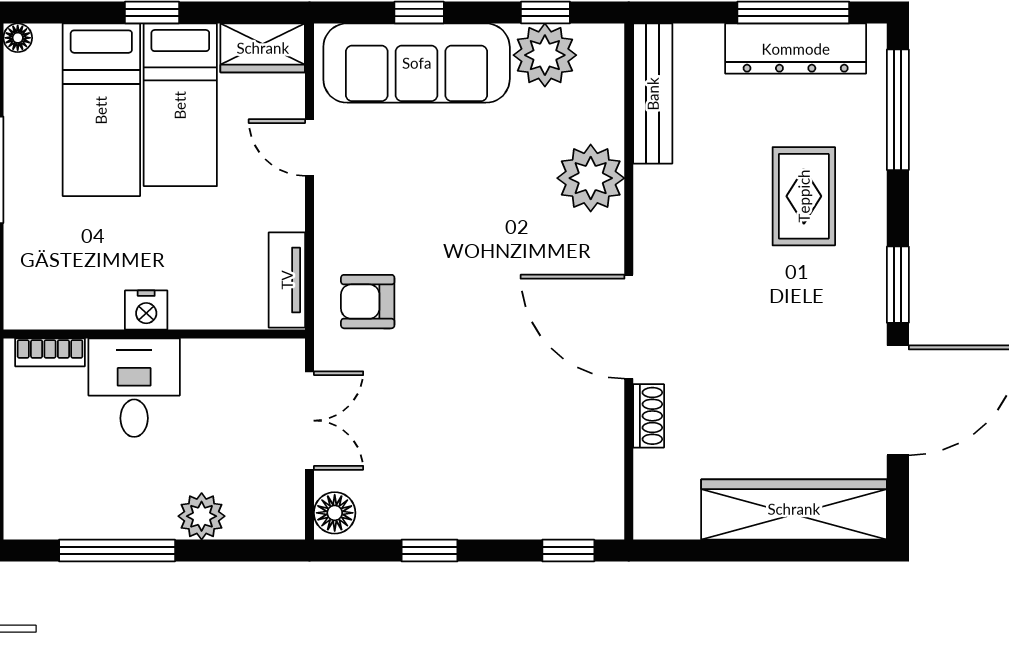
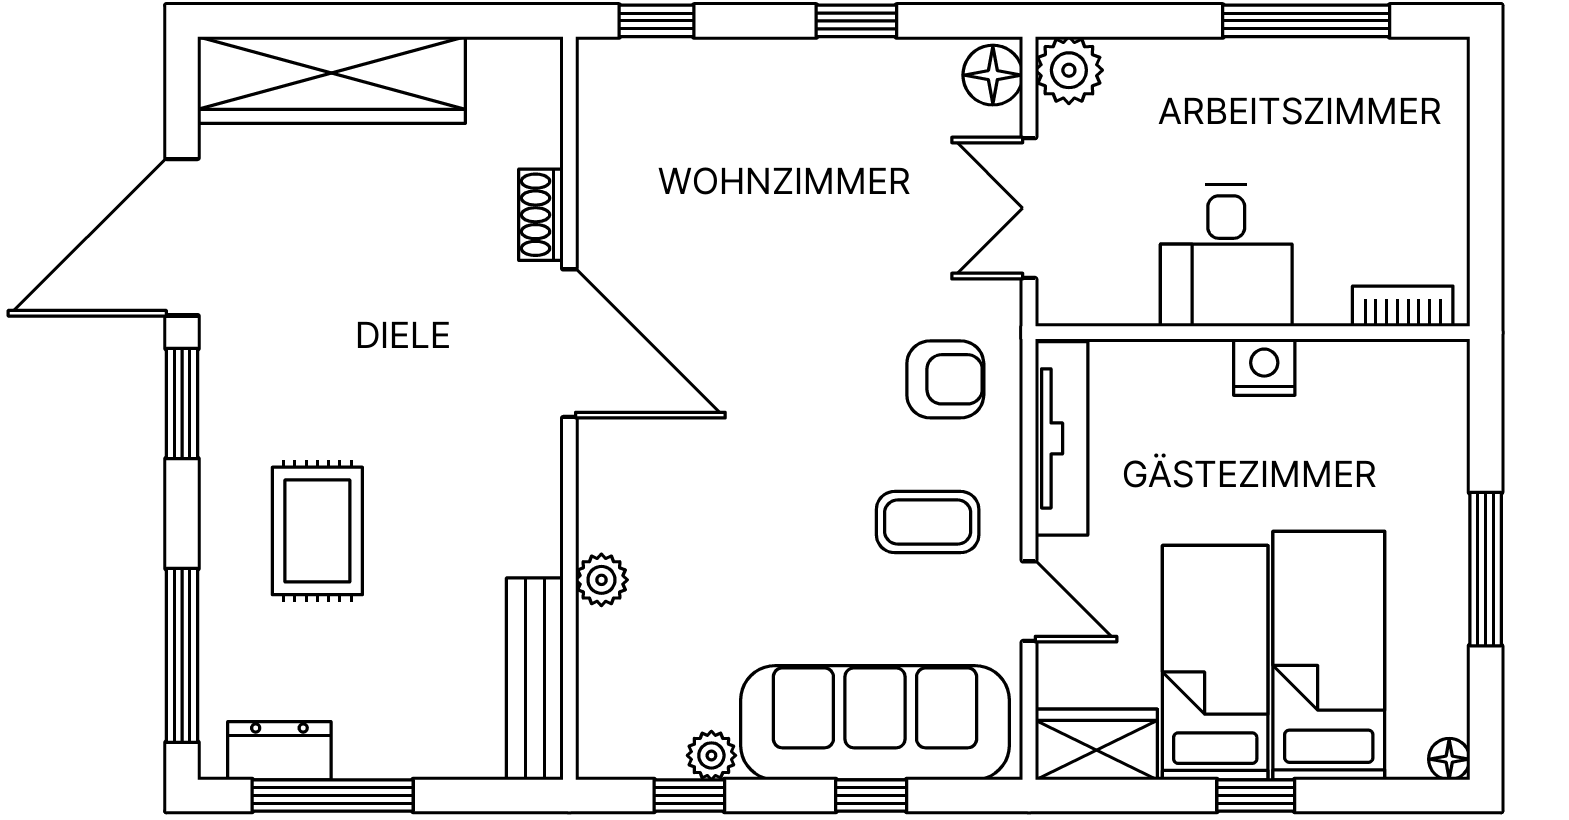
dresser: (796, 49) -> (279, 751), width x0.51, depth x0.80
plant: (545, 55) -> (711, 755), width x0.53, depth x0.53
plant: (591, 178) -> (601, 580), width x0.53, depth x0.53
coffee table: (380, 202) -> (928, 522), added
tv unit: (287, 280) -> (1062, 438), width x1.41
desk: (134, 388) -> (1226, 255), moved
plant: (202, 516) -> (1069, 70), moved

